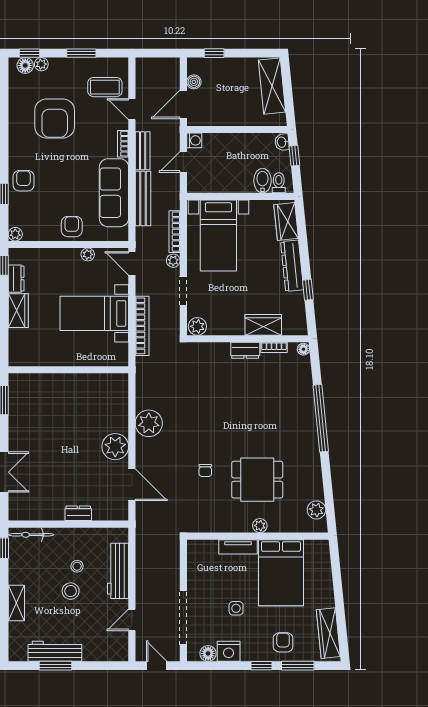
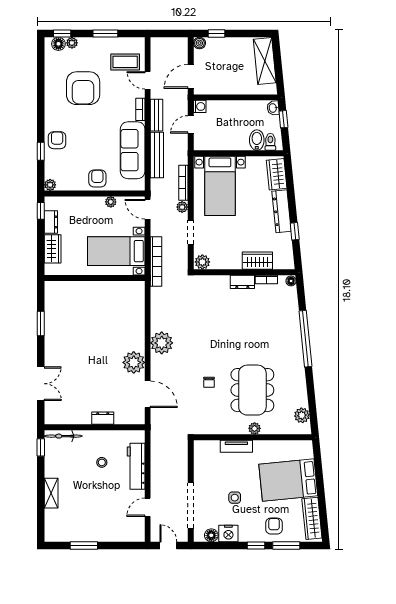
boiler: (194, 82) -> (199, 43), moved
wall: (68, 370) -> (95, 278), moved
dining table: (257, 480) -> (252, 390), width x1.38
bed: (281, 573) -> (288, 480), moved, turned 84
stool: (71, 591) -> (96, 483), removed
workbench: (55, 651) -> (83, 534), removed

